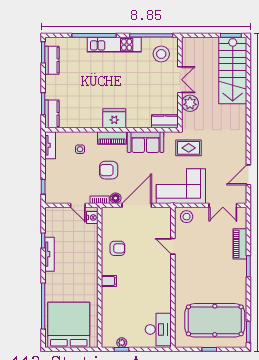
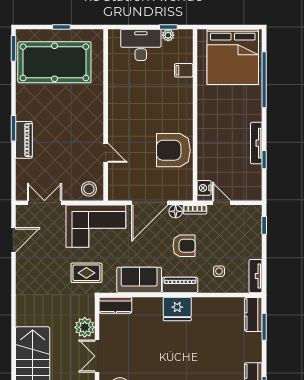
piano: (240, 244) -> (24, 140), moved
armchair: (117, 248) -> (173, 150), width x1.88, depth x1.88
filing cabinet: (109, 281) -> (184, 70), moved
desk: (158, 329) -> (141, 45), moved, turned 90

